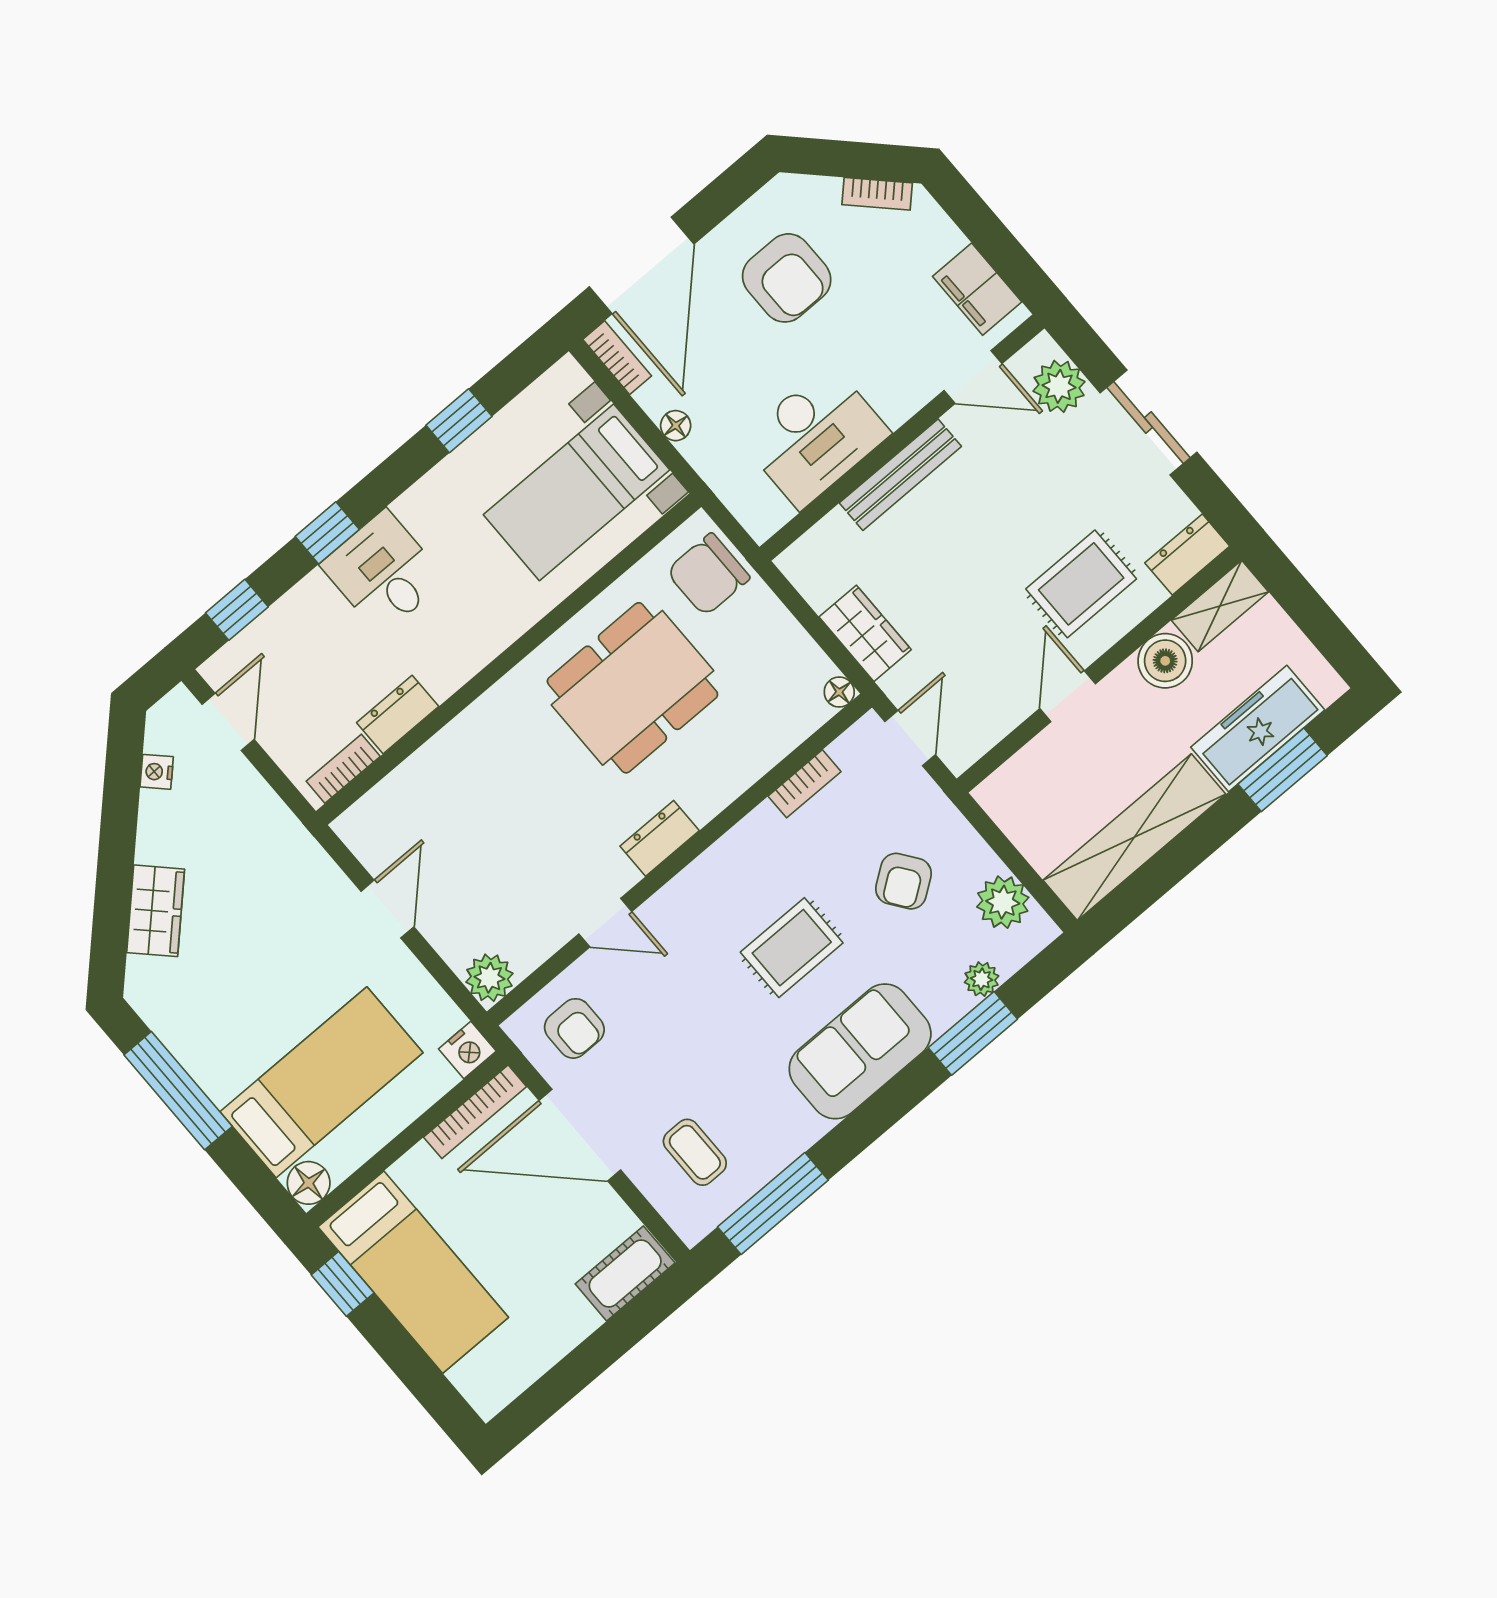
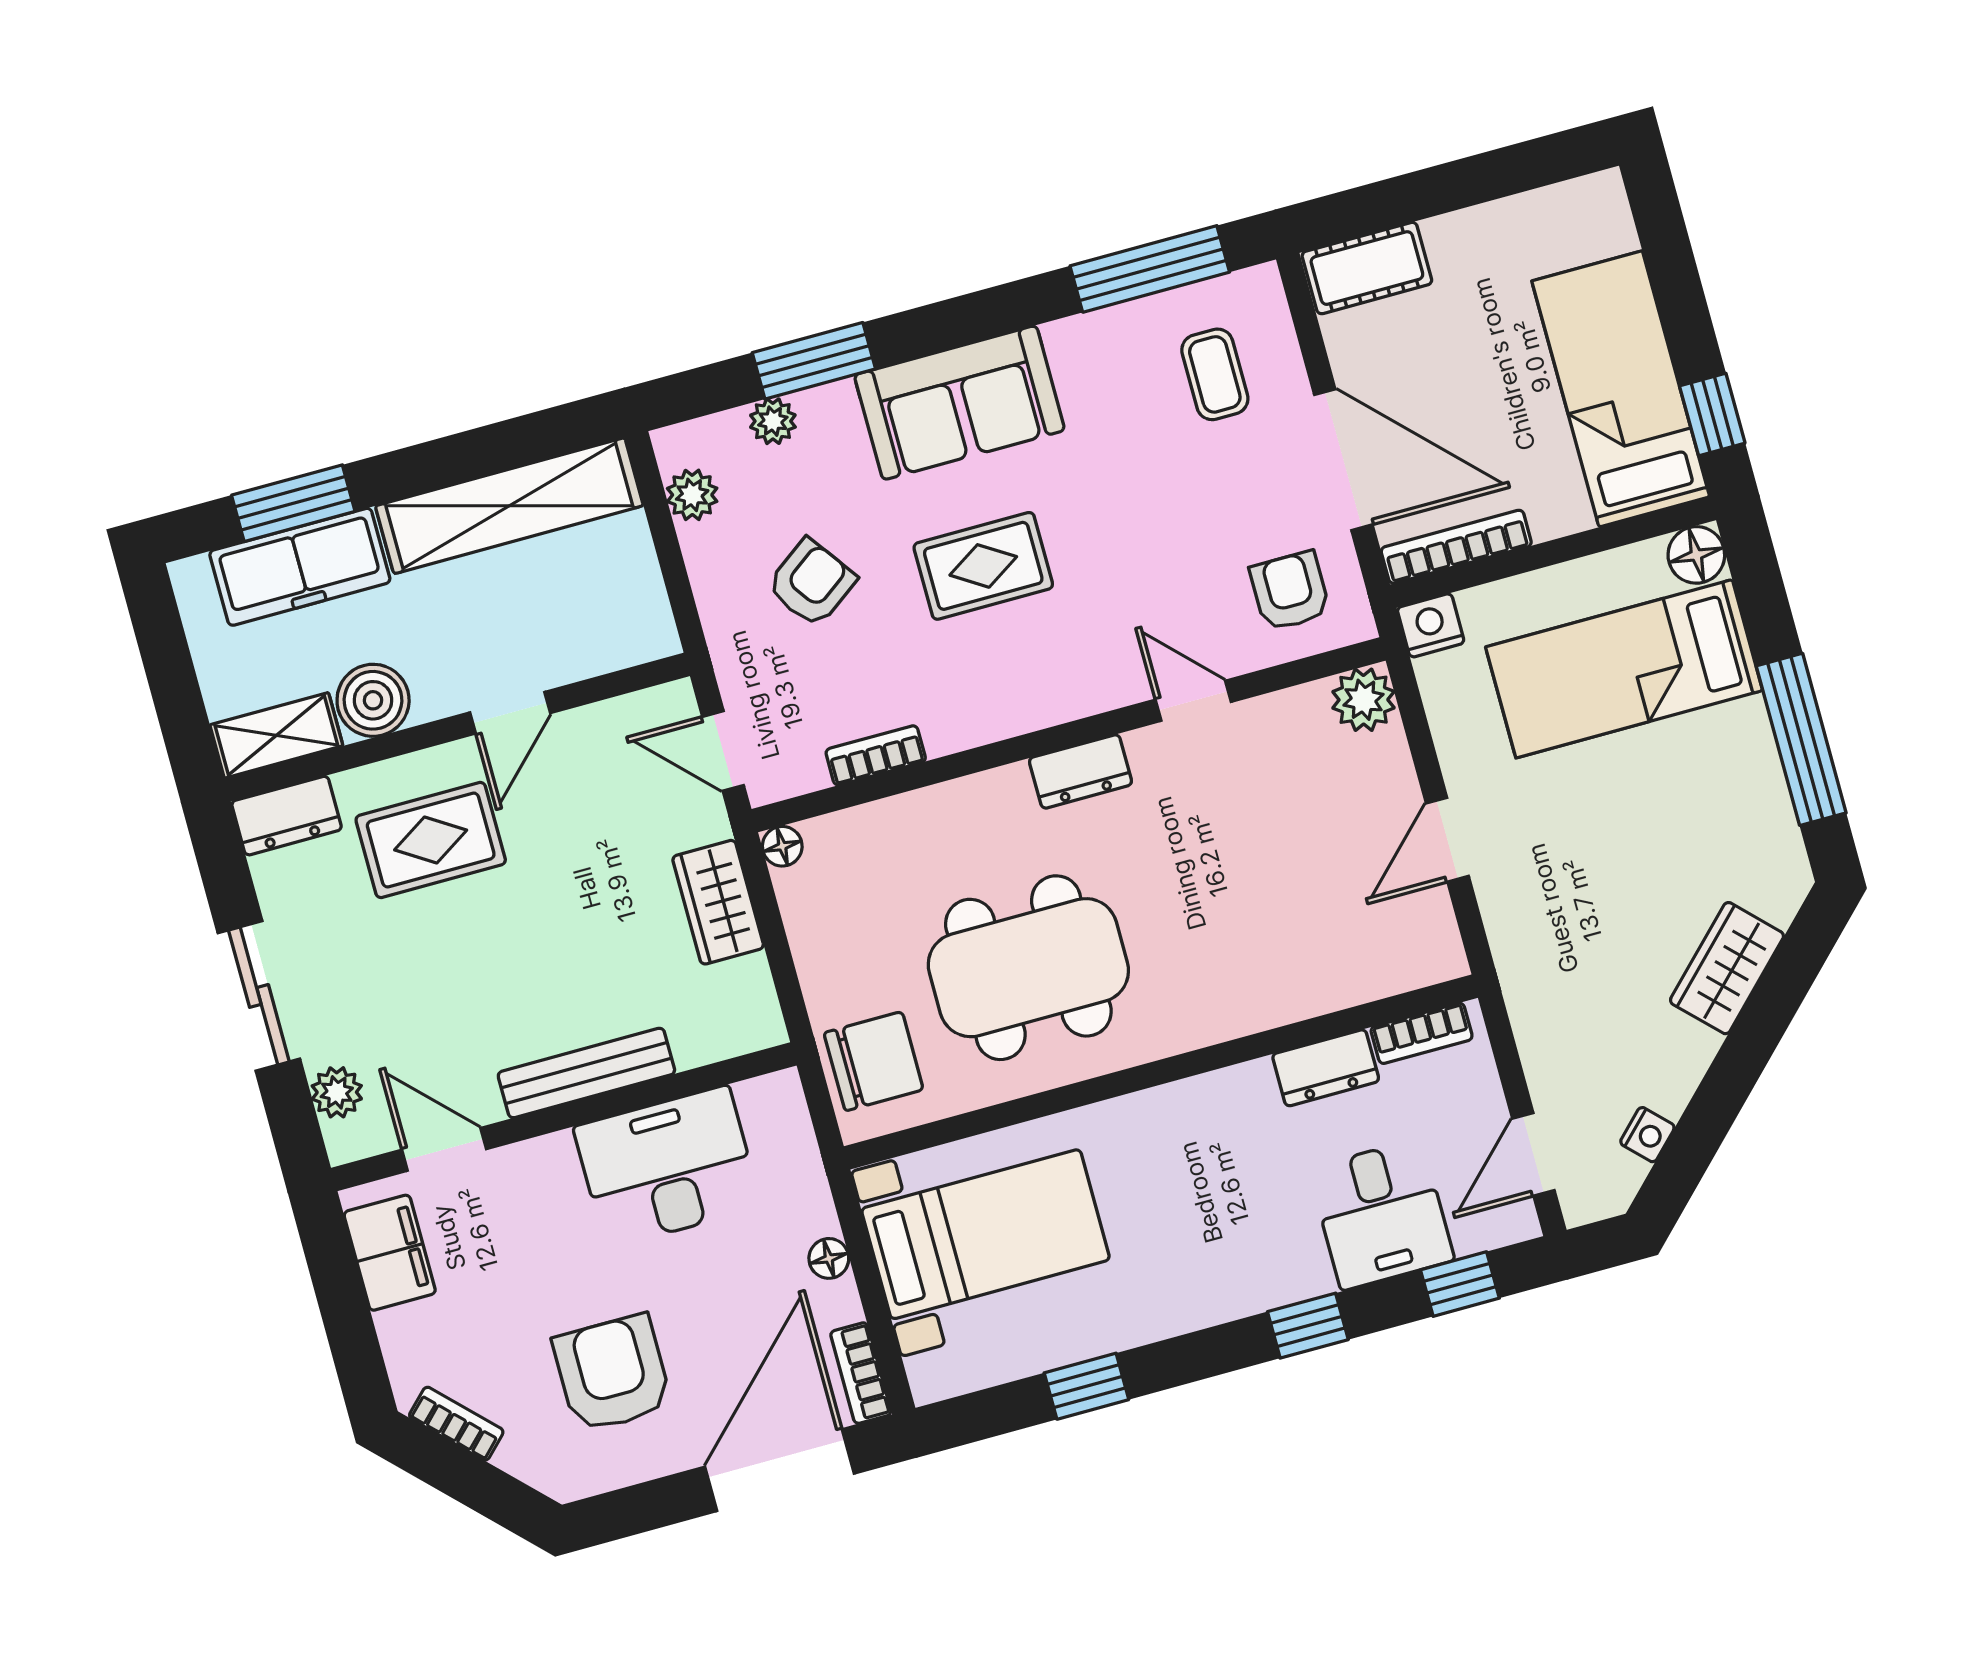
plant: (1059, 386) -> (337, 1092), width x0.73, depth x0.73
desk: (383, 572) -> (1381, 1214), moved
door: (910, 738) -> (723, 751), hinge flipped
plant: (1003, 902) -> (692, 495), width x0.73, depth x0.73

